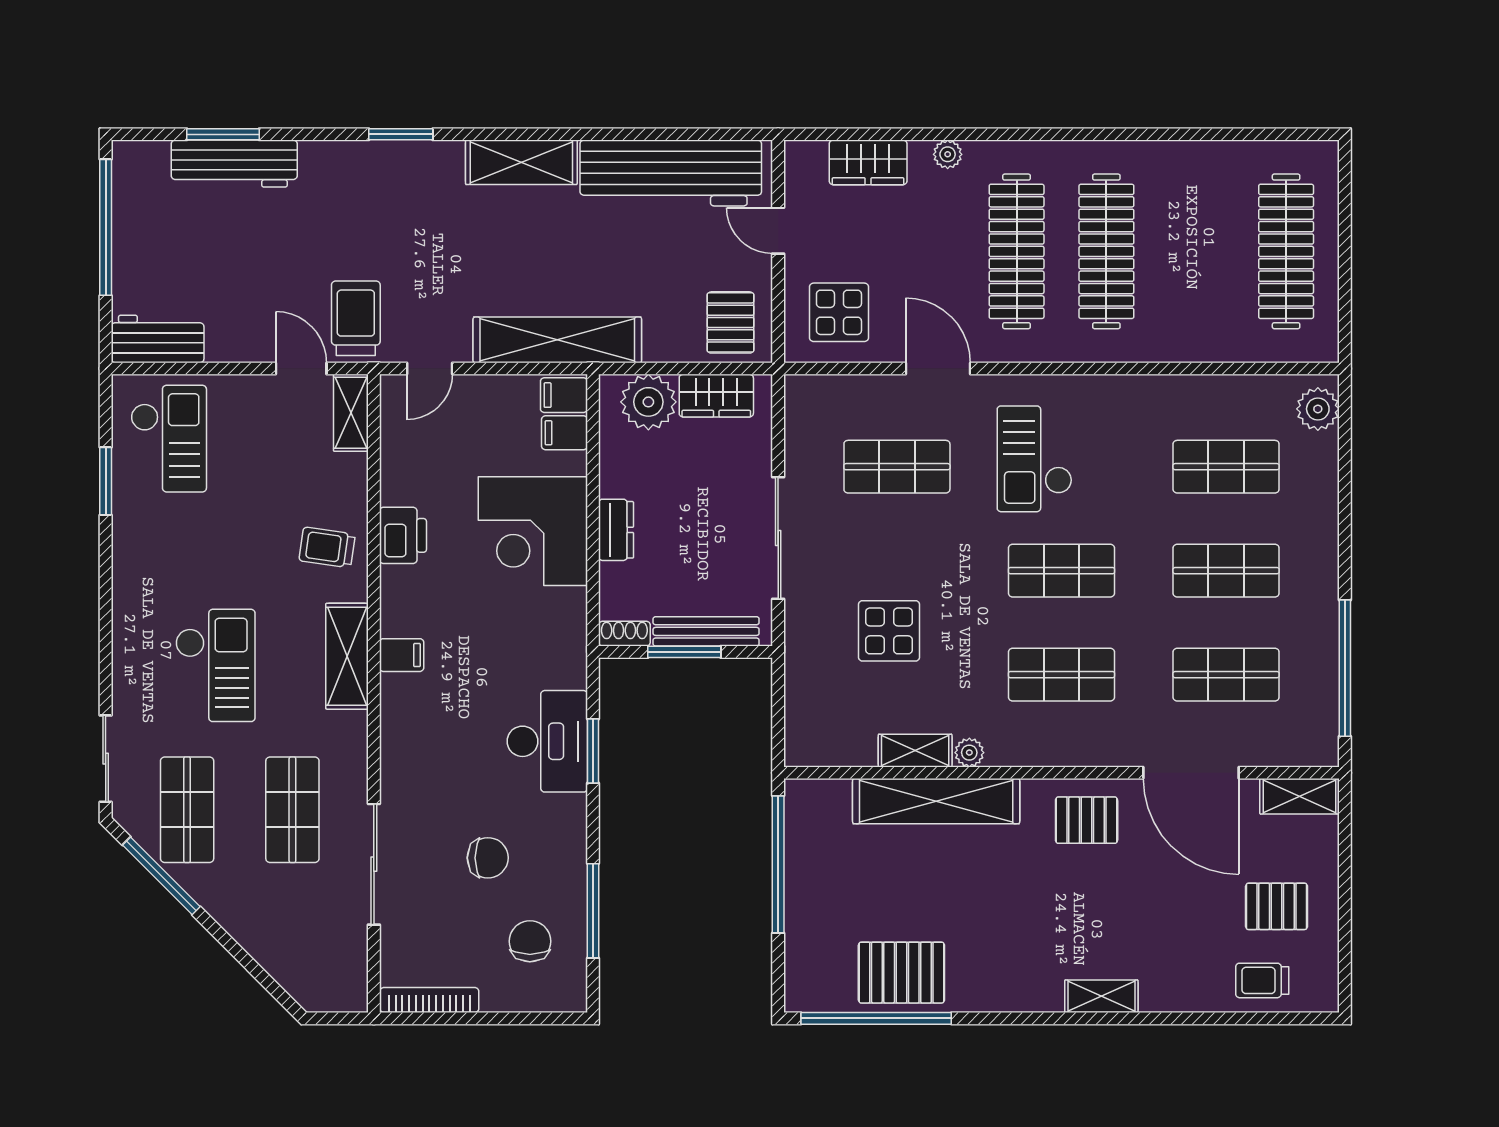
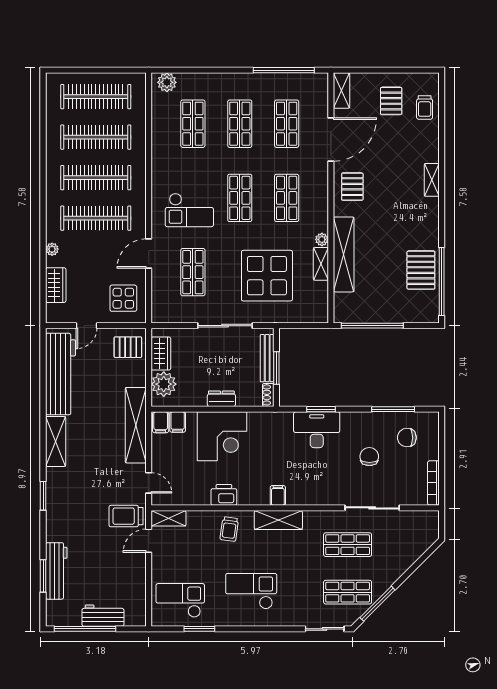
clothes rail: (1196, 251) -> (96, 137), added
workbench: (158, 339) -> (103, 616), moved, turned 90
display table: (889, 631) -> (267, 276), width x1.86, depth x1.86
checkout: (215, 665) -> (251, 591), moved

